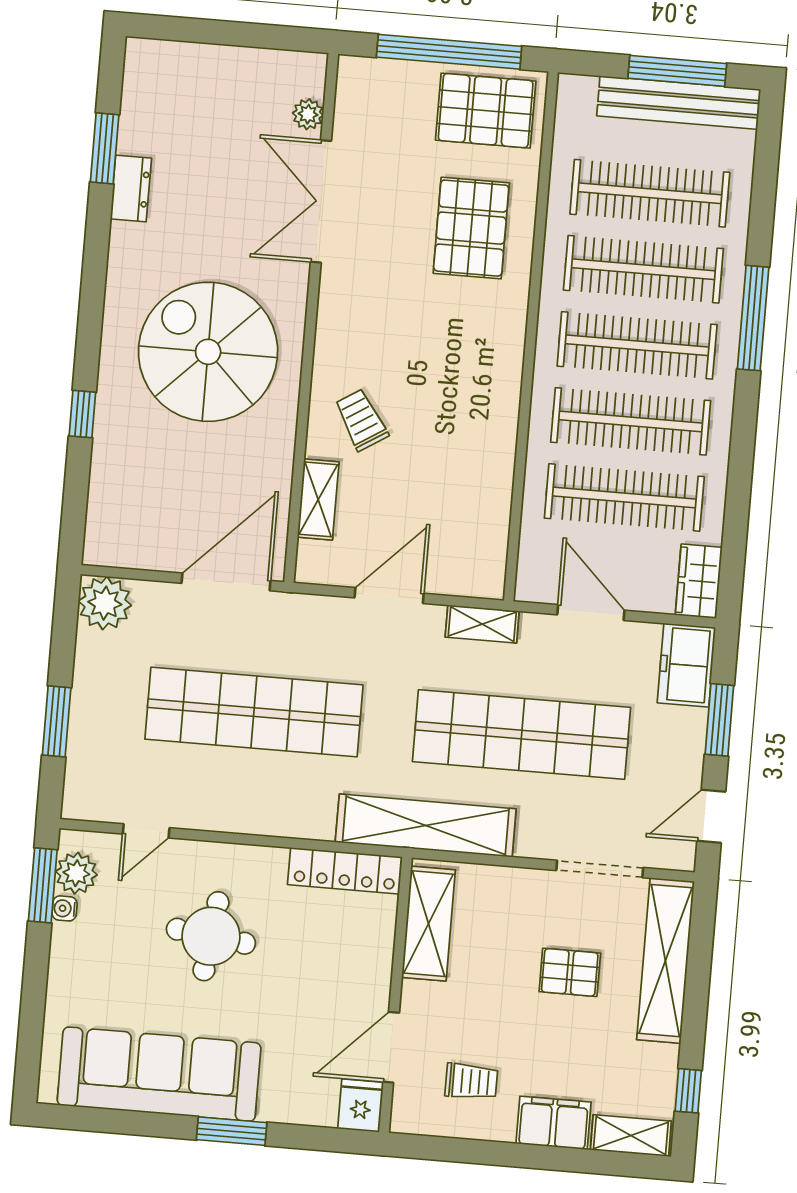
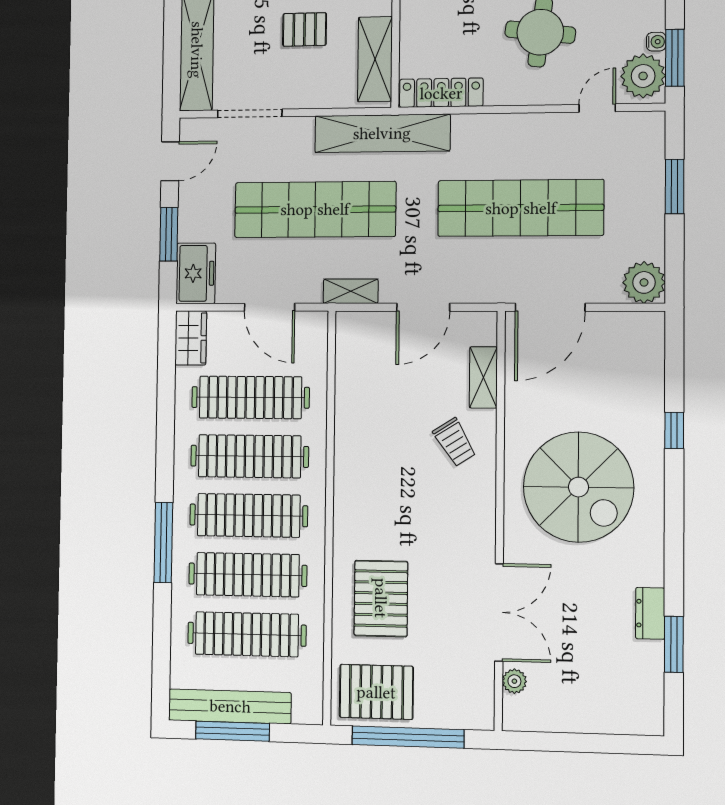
plant: (76, 873) -> (643, 76), width x1.36, depth x1.36
pallet: (570, 972) -> (305, 29), moved

